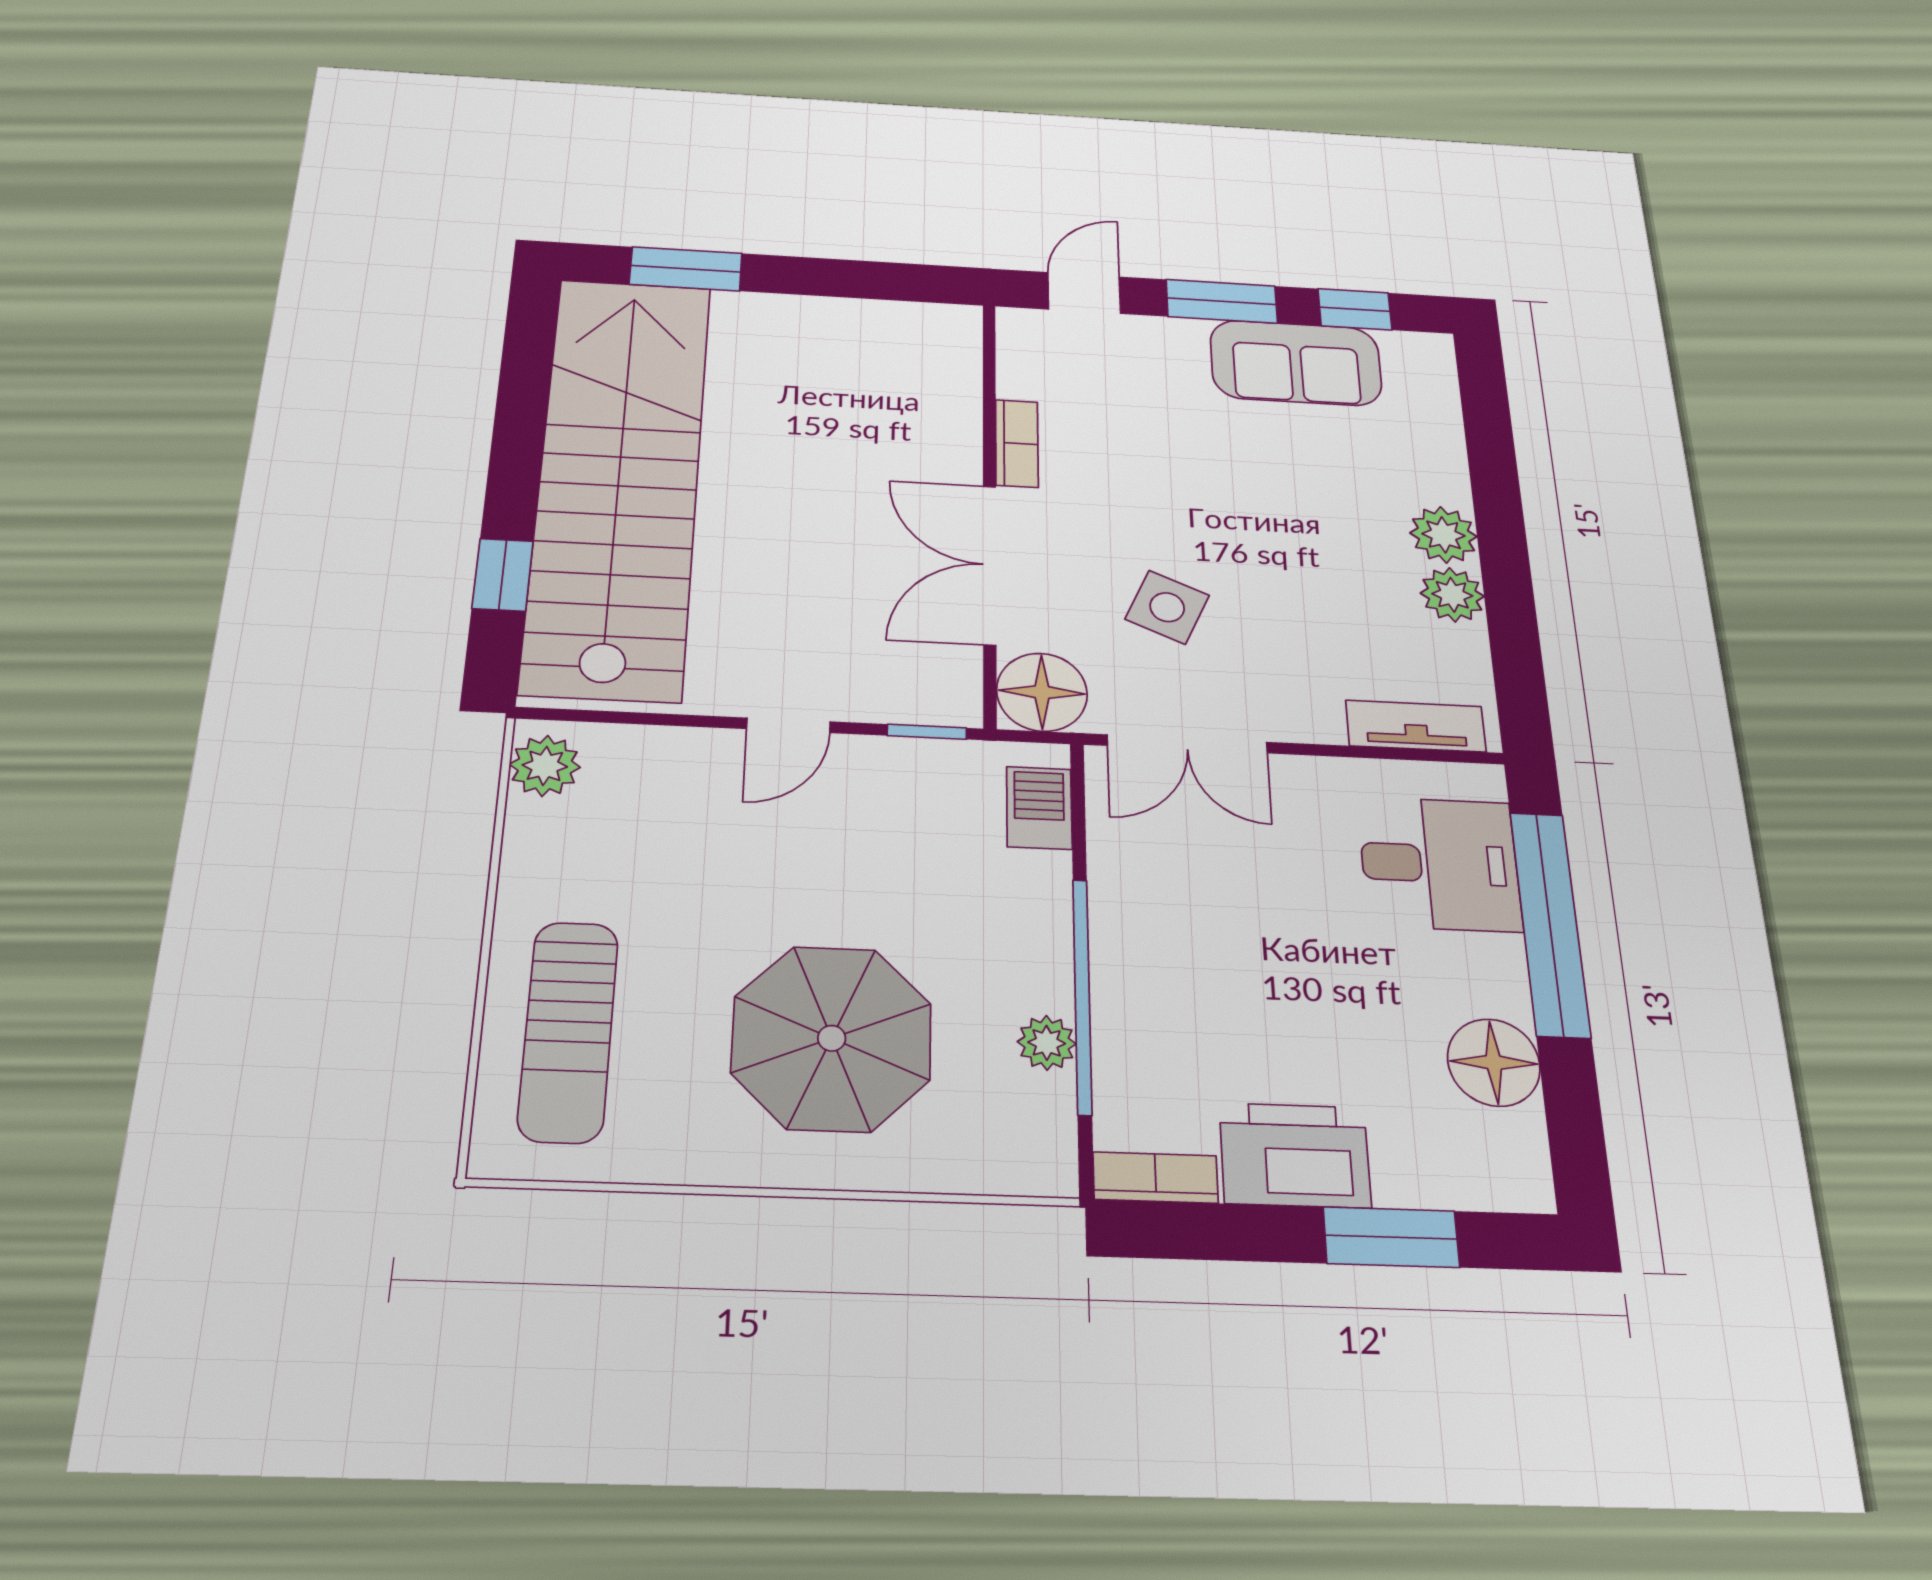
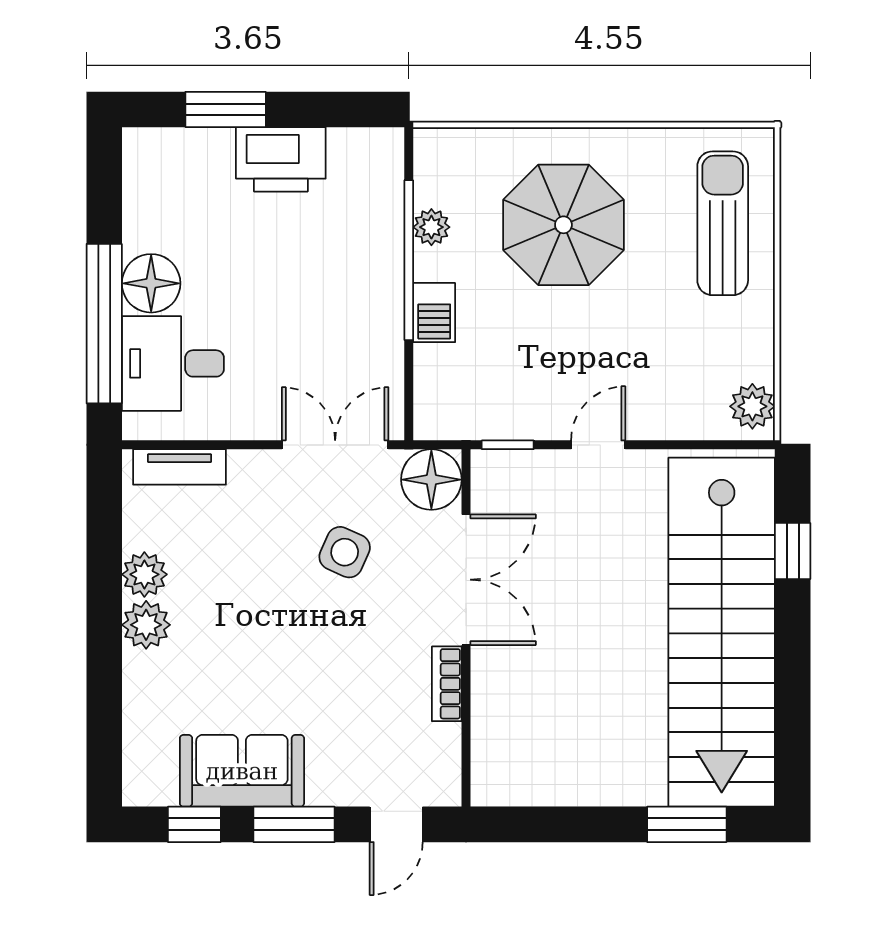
barbecue: (1039, 808) -> (434, 313), moved
floor lamp: (1494, 1062) -> (151, 283), moved
bookcase: (1155, 1178) -> (367, 142), removed

